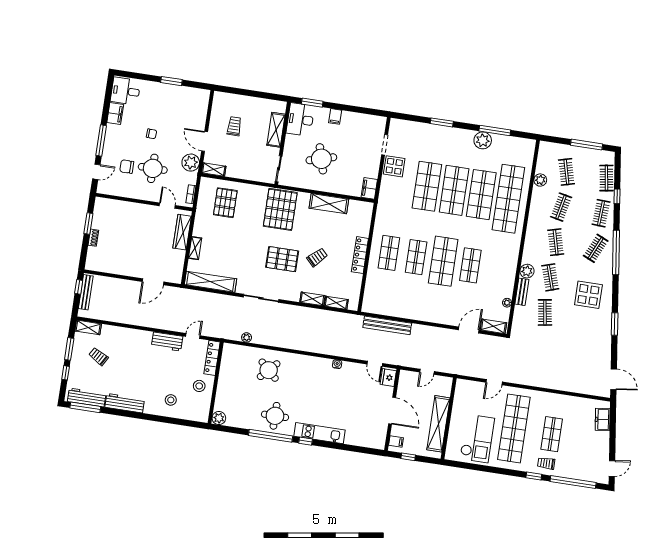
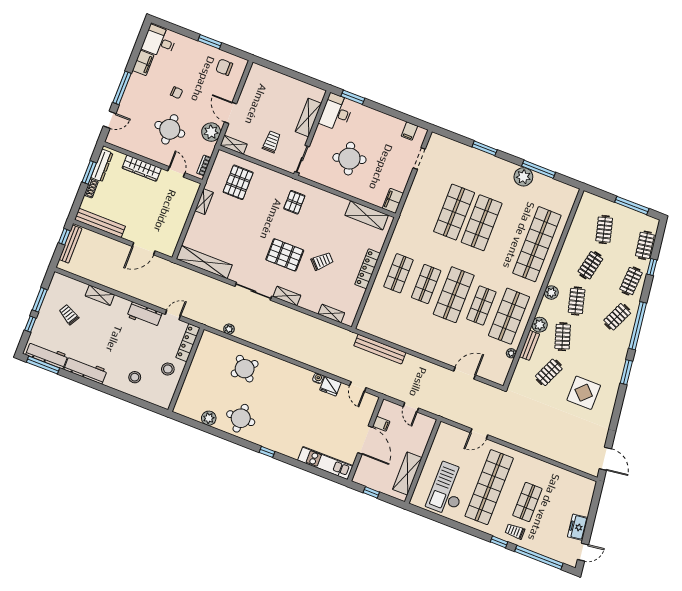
filing cabinet: (335, 116) -> (409, 131), moved
trolley: (234, 126) -> (272, 142), moved
display table: (394, 166) -> (424, 183), removed
chair: (127, 167) -> (224, 67), moved
plant: (540, 180) -> (551, 293), moved
shop shelf: (481, 195) -> (509, 316), moved
shelving: (329, 204) -> (367, 215), moved
pallet: (280, 209) -> (294, 202), width x0.49, depth x0.50
dresser: (98, 215) -> (102, 165), added
wardrobe: (182, 232) -> (142, 168), moved, turned -90
shelving: (195, 248) -> (204, 202), moved
bench: (108, 267) -> (100, 223), added
display table: (588, 295) -> (584, 393), moved
shelving: (312, 299) -> (287, 296), moved
clothes rail: (545, 312) -> (549, 372), turned 33
window: (615, 324) -> (626, 372), moved
shelving: (493, 326) -> (491, 375), removed
shelving: (88, 327) -> (100, 295), moved
door: (427, 372) -> (411, 407), hinge flipped
fridge: (388, 377) -> (330, 386), moved, turned -90
plant: (219, 418) -> (209, 418), moved
freezer: (603, 419) -> (578, 527), moved
shelving: (438, 424) -> (407, 474), width x0.68
kitchen unit: (319, 433) -> (325, 463), moved
window: (271, 436) -> (231, 438), removed
checkout: (477, 438) -> (448, 489), turned 180
filing cabinet: (396, 441) -> (381, 424), moved

